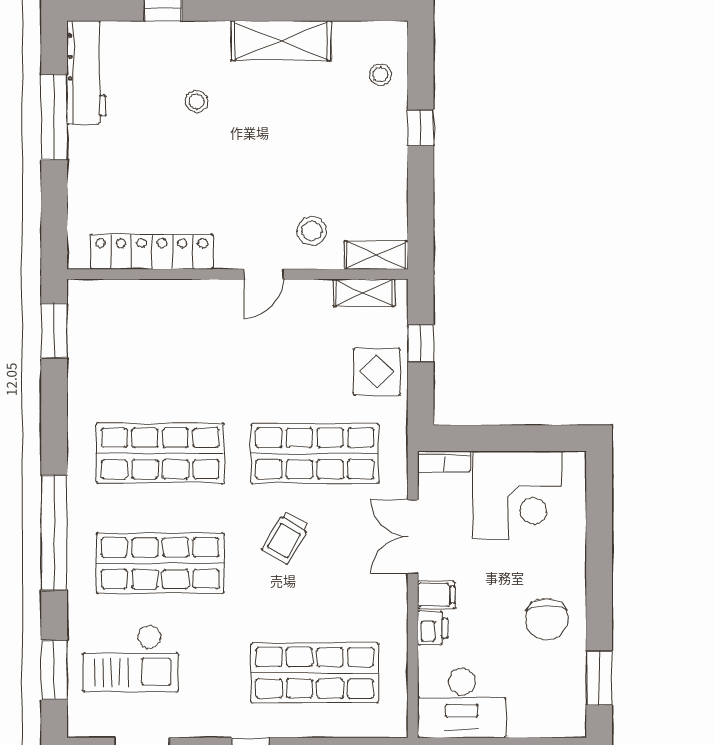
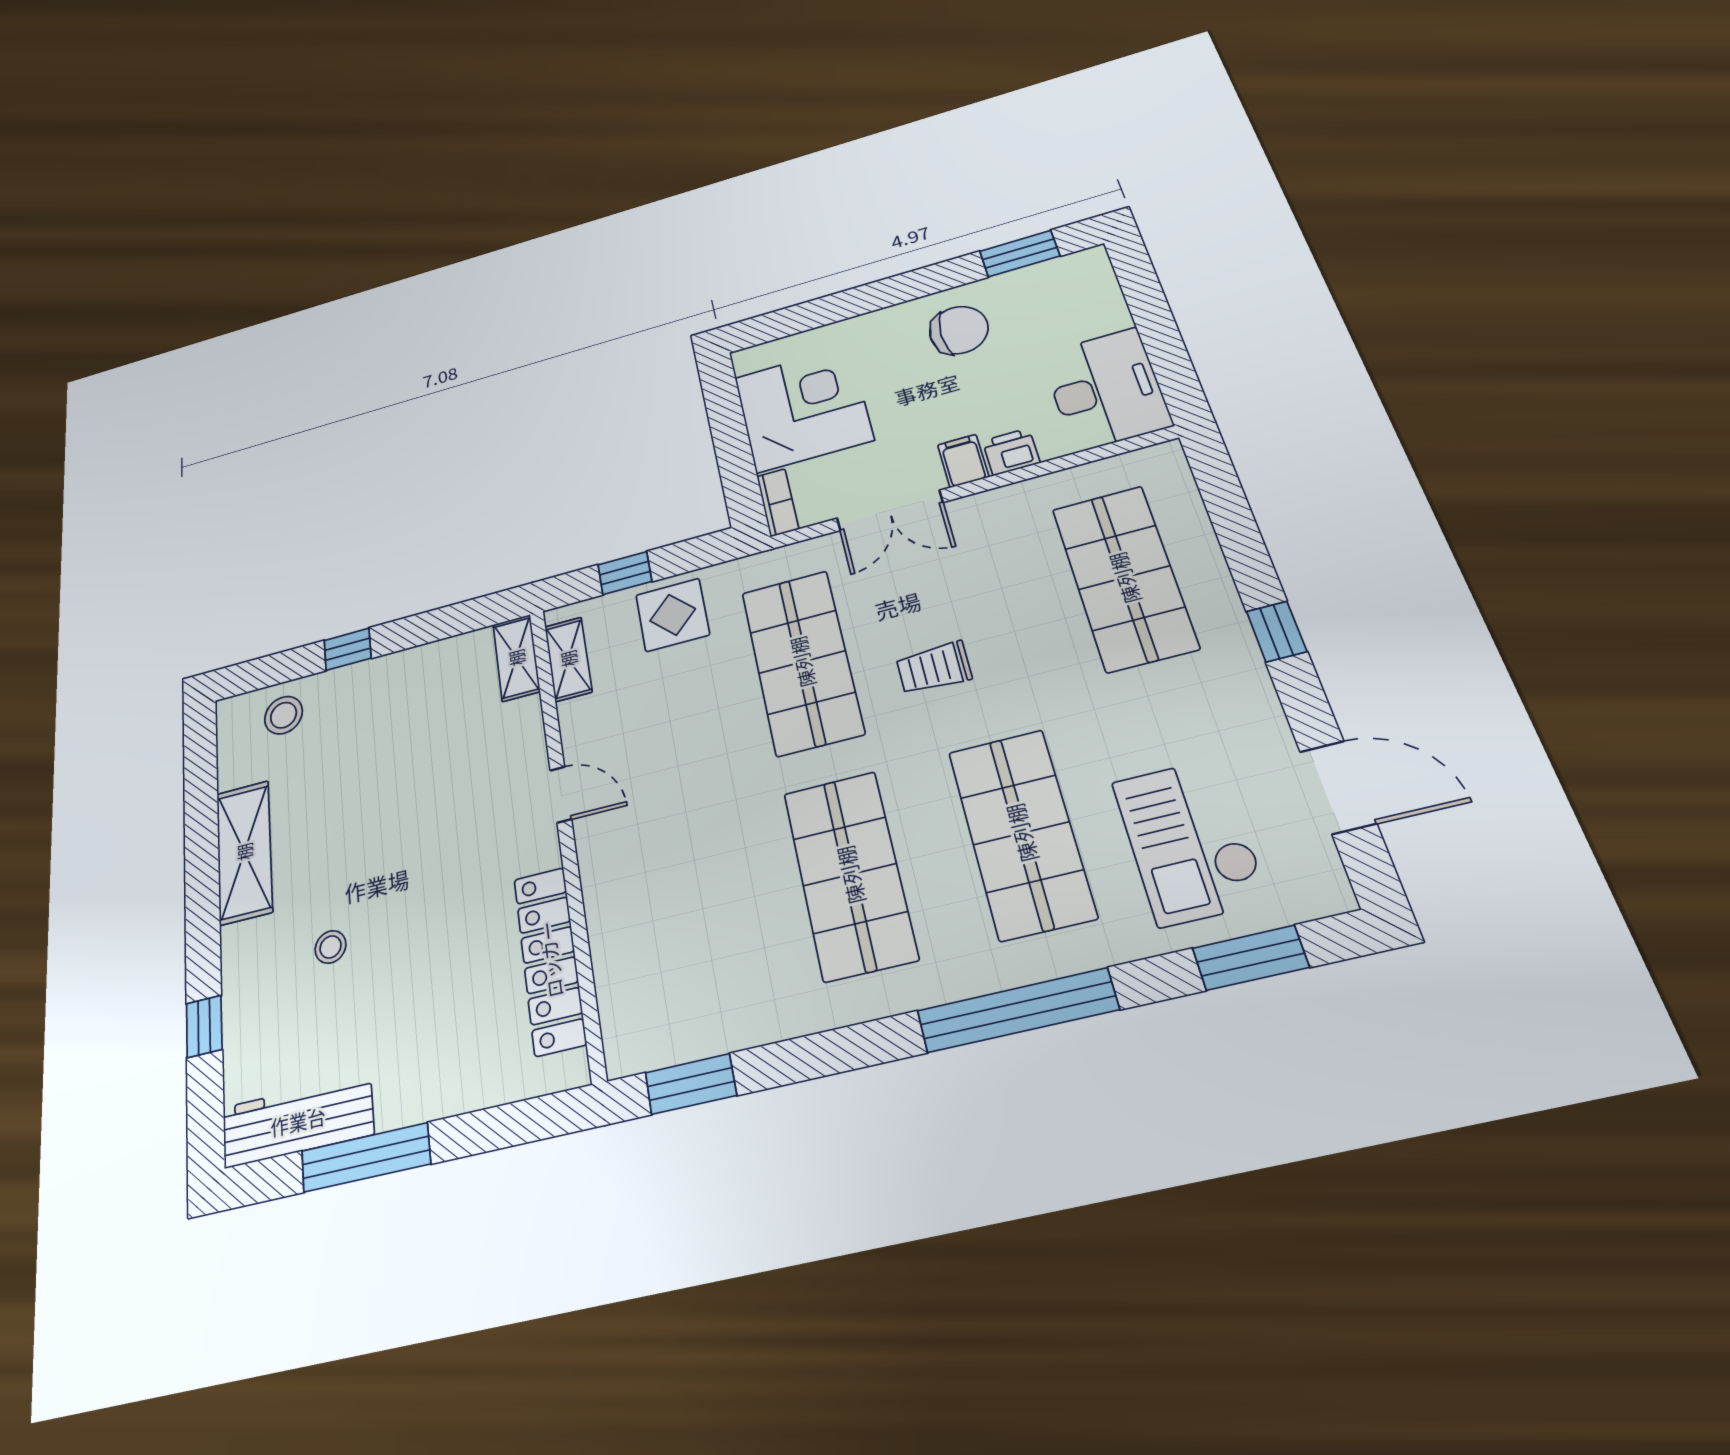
stool: (381, 75) -> (284, 715), width x1.37, depth x1.37
stool: (312, 231) -> (494, 747), removed
trolley: (286, 538) -> (934, 668), turned 150
checkout: (130, 658) -> (1190, 841), turned 180

